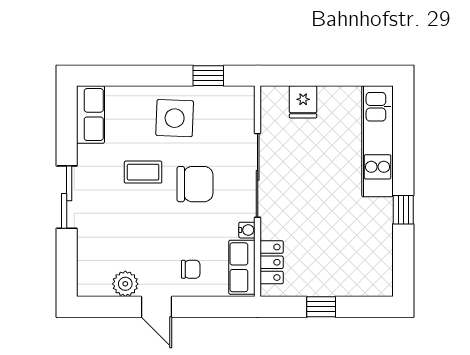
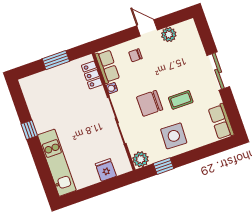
plant: (241, 99) -> (141, 159), added
window: (321, 307) -> (56, 60), width x1.50

